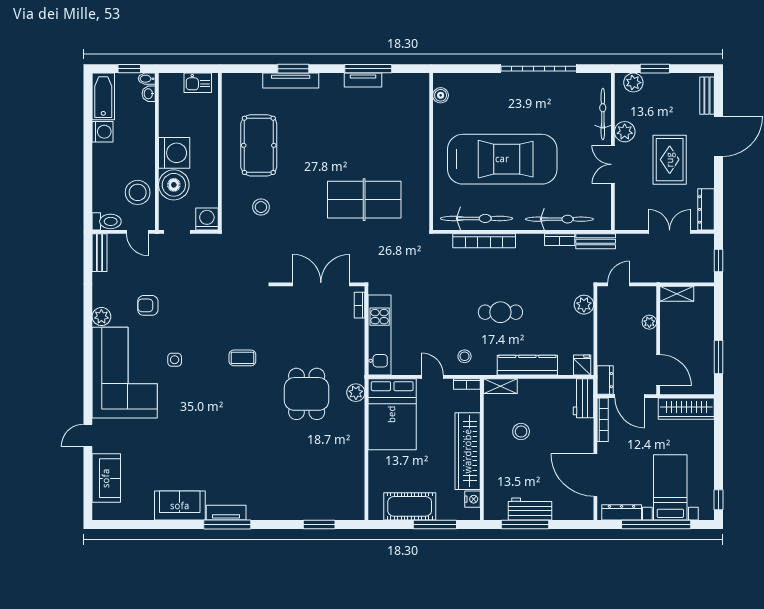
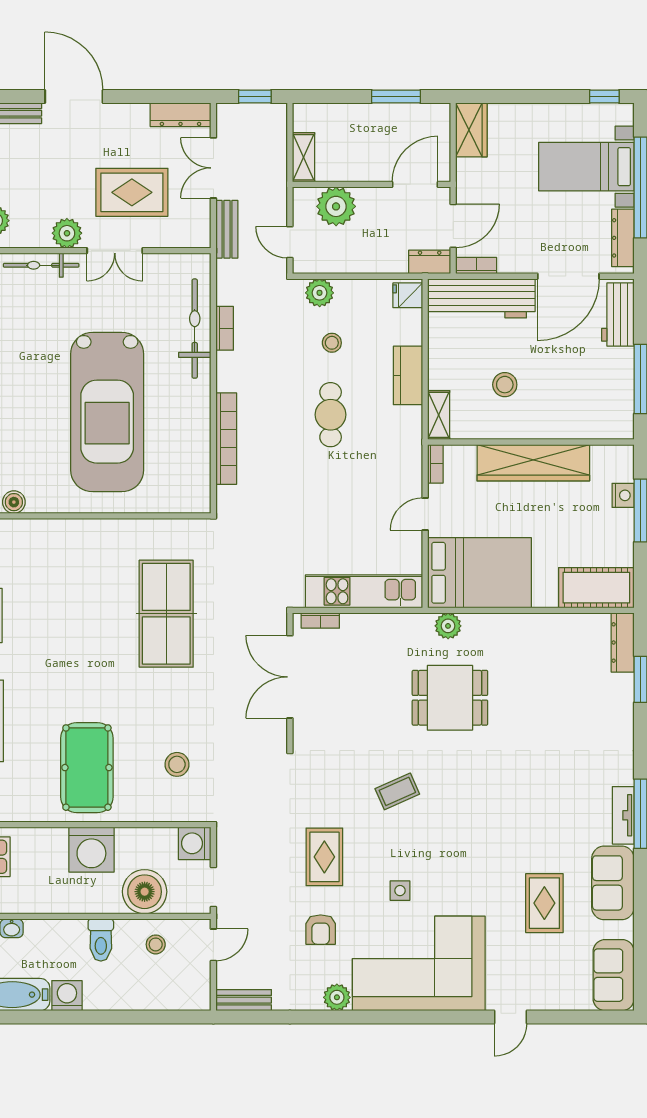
pool table: (259, 145) -> (87, 768), turned 90
washing machine: (174, 153) -> (91, 850), moved, turned 180
car: (502, 159) -> (107, 412), turned 180
rug: (670, 160) -> (132, 192), moved
stool: (138, 192) -> (156, 944), width x0.53, depth x0.53
bicycle: (476, 218) -> (194, 450), removed
toilet: (107, 221) -> (101, 940), moved, turned 180
bench: (596, 241) -> (227, 229), moved
rug: (198, 308) -> (324, 857), added
plant: (649, 322) -> (336, 206), width x1.87, depth x1.87
stool: (465, 356) -> (332, 343), moved
coffee table: (242, 358) -> (397, 791), turned 66
kitchen counter: (527, 365) -> (408, 375), width x0.67
workbench: (583, 398) -> (481, 298), width x1.88, depth x1.32
wardrobe: (686, 409) -> (471, 130), width x0.67
bookcase: (603, 420) -> (476, 265), width x0.64
door: (88, 435) -> (511, 1017), hinge flipped
rug: (166, 459) -> (544, 903), added
sofa: (106, 478) -> (614, 975), moved, turned -90
nightstand: (472, 499) -> (623, 495), moved, turned 90
cot: (410, 506) -> (596, 588), moved, turned 90
workbench: (530, 509) -> (618, 314), moved
dresser: (344, 512) -> (623, 642), added

